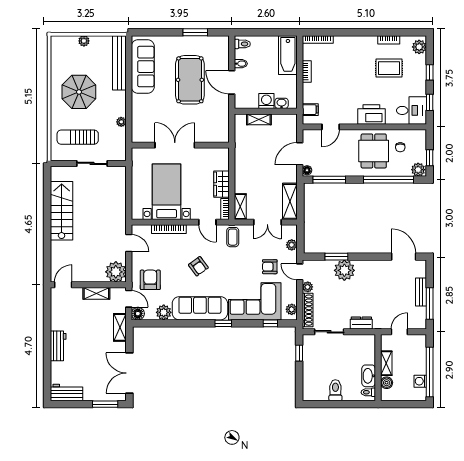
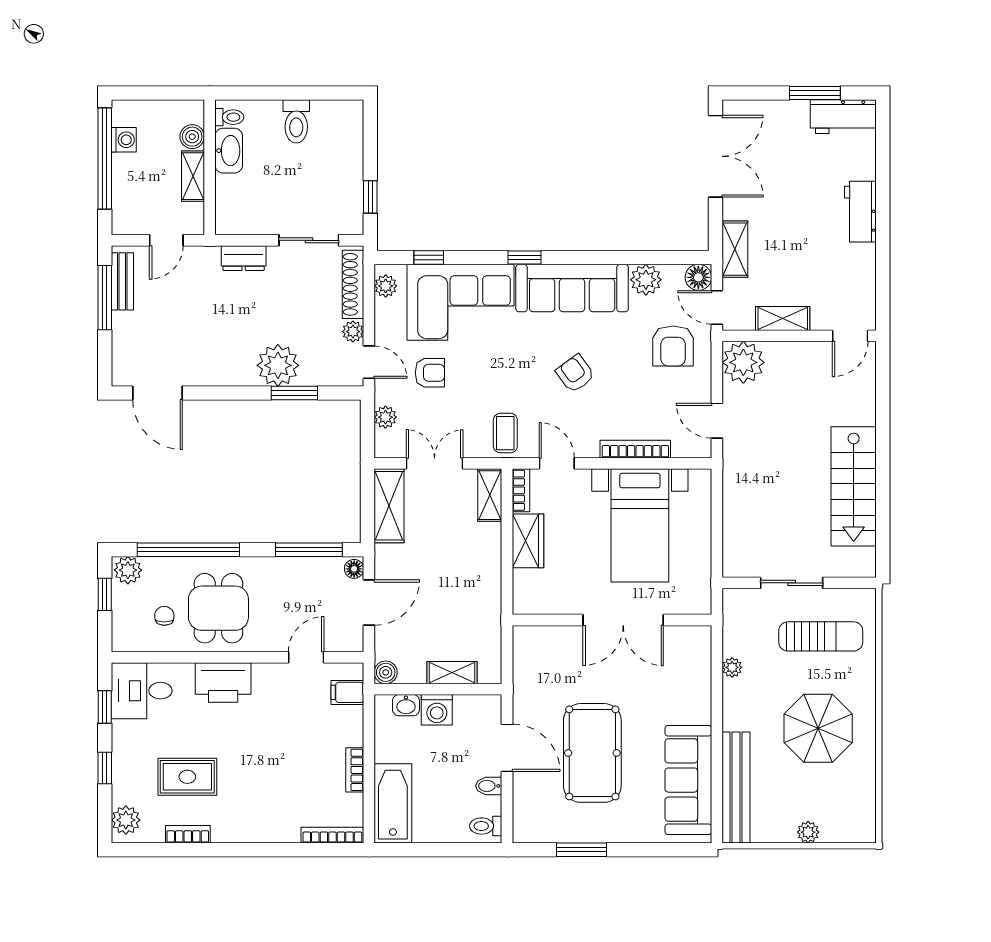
boiler: (291, 119) -> (386, 672), added
bench: (421, 292) -> (122, 281), moved
window: (105, 404) -> (815, 93), moved

